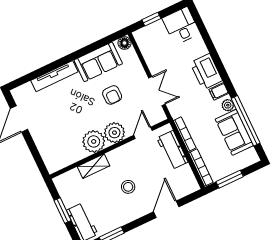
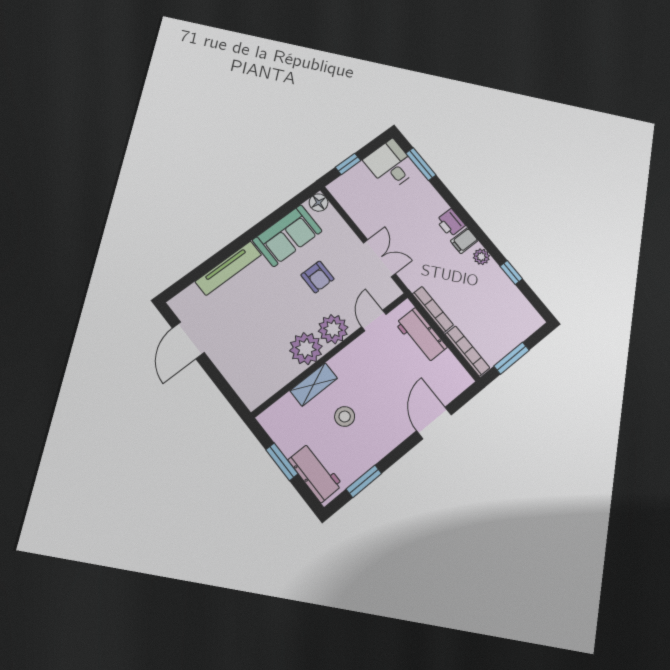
window: (202, 30) -> (421, 164), added
printer: (206, 72) -> (451, 223), width x0.53, depth x0.68
window: (246, 121) -> (511, 273), width x0.32
sofa: (234, 132) -> (500, 292), removed
stool: (128, 187) -> (345, 416), moved

